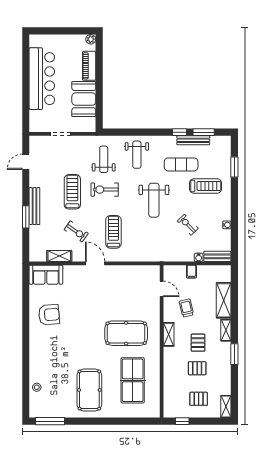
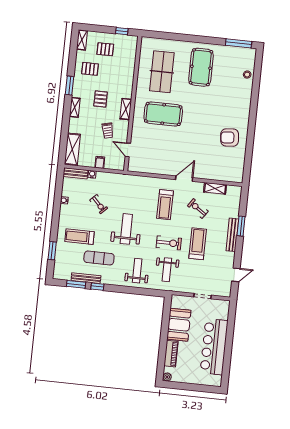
treadmill: (72, 192) -> (198, 244), turned 180
door: (95, 263) -> (184, 179), swing flipped
sofa: (46, 275) -> (229, 173), removed
shelving: (224, 300) -> (72, 149), moved
pallet: (197, 368) -> (90, 69), moved

